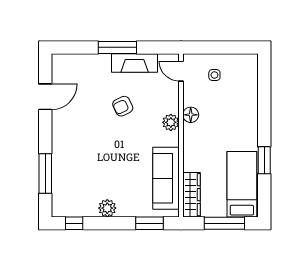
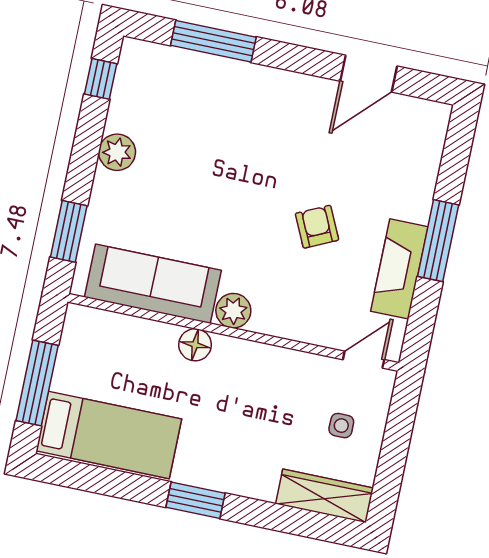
door: (45, 97) -> (369, 74), hinge flipped
floor lamp: (191, 115) -> (195, 345), moved
plant: (171, 122) -> (233, 311), moved
window: (264, 160) -> (196, 500), moved
wardrobe: (192, 195) -> (324, 496), moved, turned 180

